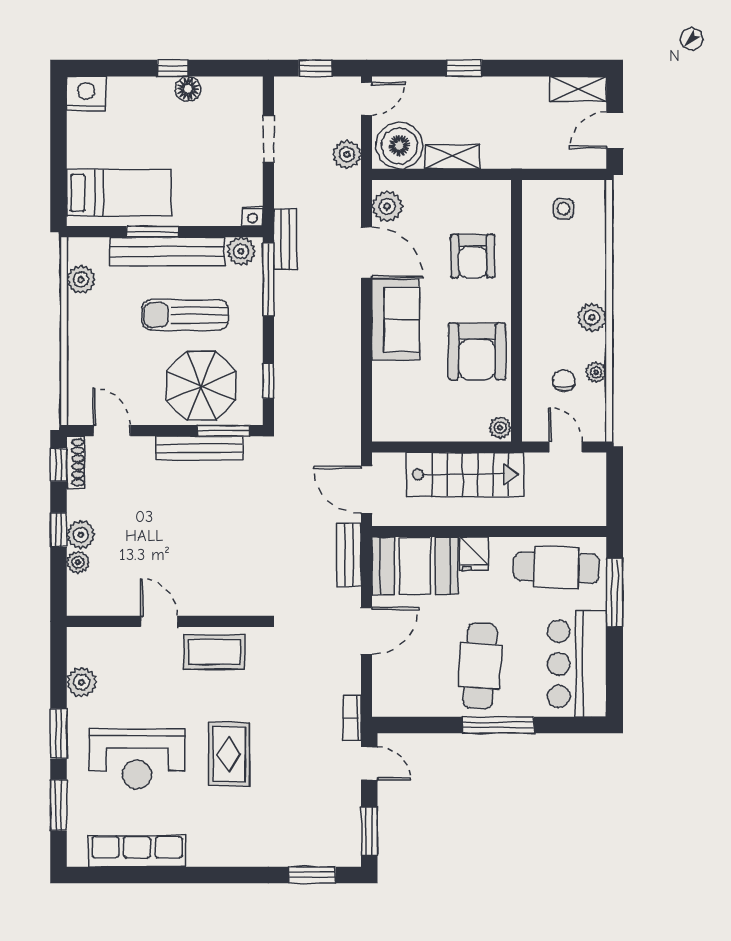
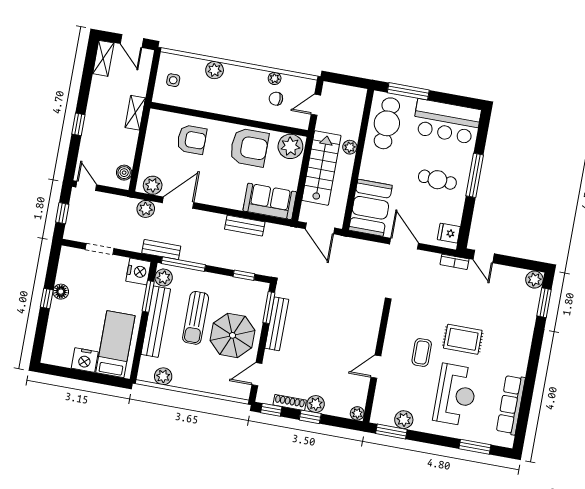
nightstand: (86, 94) -> (85, 360), moved, turned -90
boiler: (399, 146) -> (124, 173), width x0.54, depth x0.54
plant: (347, 155) -> (146, 209), moved
shelving: (452, 157) -> (135, 113), moved
nightstand: (253, 216) -> (138, 271), width x1.89, depth x1.79
window: (152, 232) -> (148, 296), moved
plant: (592, 317) -> (215, 70), moved
sofa: (396, 319) -> (270, 201), moved
parasol: (201, 386) -> (233, 335), moved
plant: (500, 428) -> (290, 146), width x1.87, depth x1.87
shoe rack: (76, 462) -> (290, 402), moved
door: (367, 490) -> (320, 228), hinge flipped
plant: (507, 515) -> (350, 147), added
fridge: (474, 554) -> (449, 233), moved, turned 180
bench: (349, 555) -> (245, 226), moved
plant: (78, 562) -> (357, 413), moved
coffee table: (214, 652) -> (422, 353), moved, width x0.73, depth x0.77
cafe table: (480, 666) -> (437, 180), width x0.73, depth x0.74
window: (59, 734) -> (391, 432), moved
door: (369, 764) -> (484, 256), swing flipped
window: (369, 831) -> (524, 264), removed
plant: (347, 853) -> (534, 280), added

